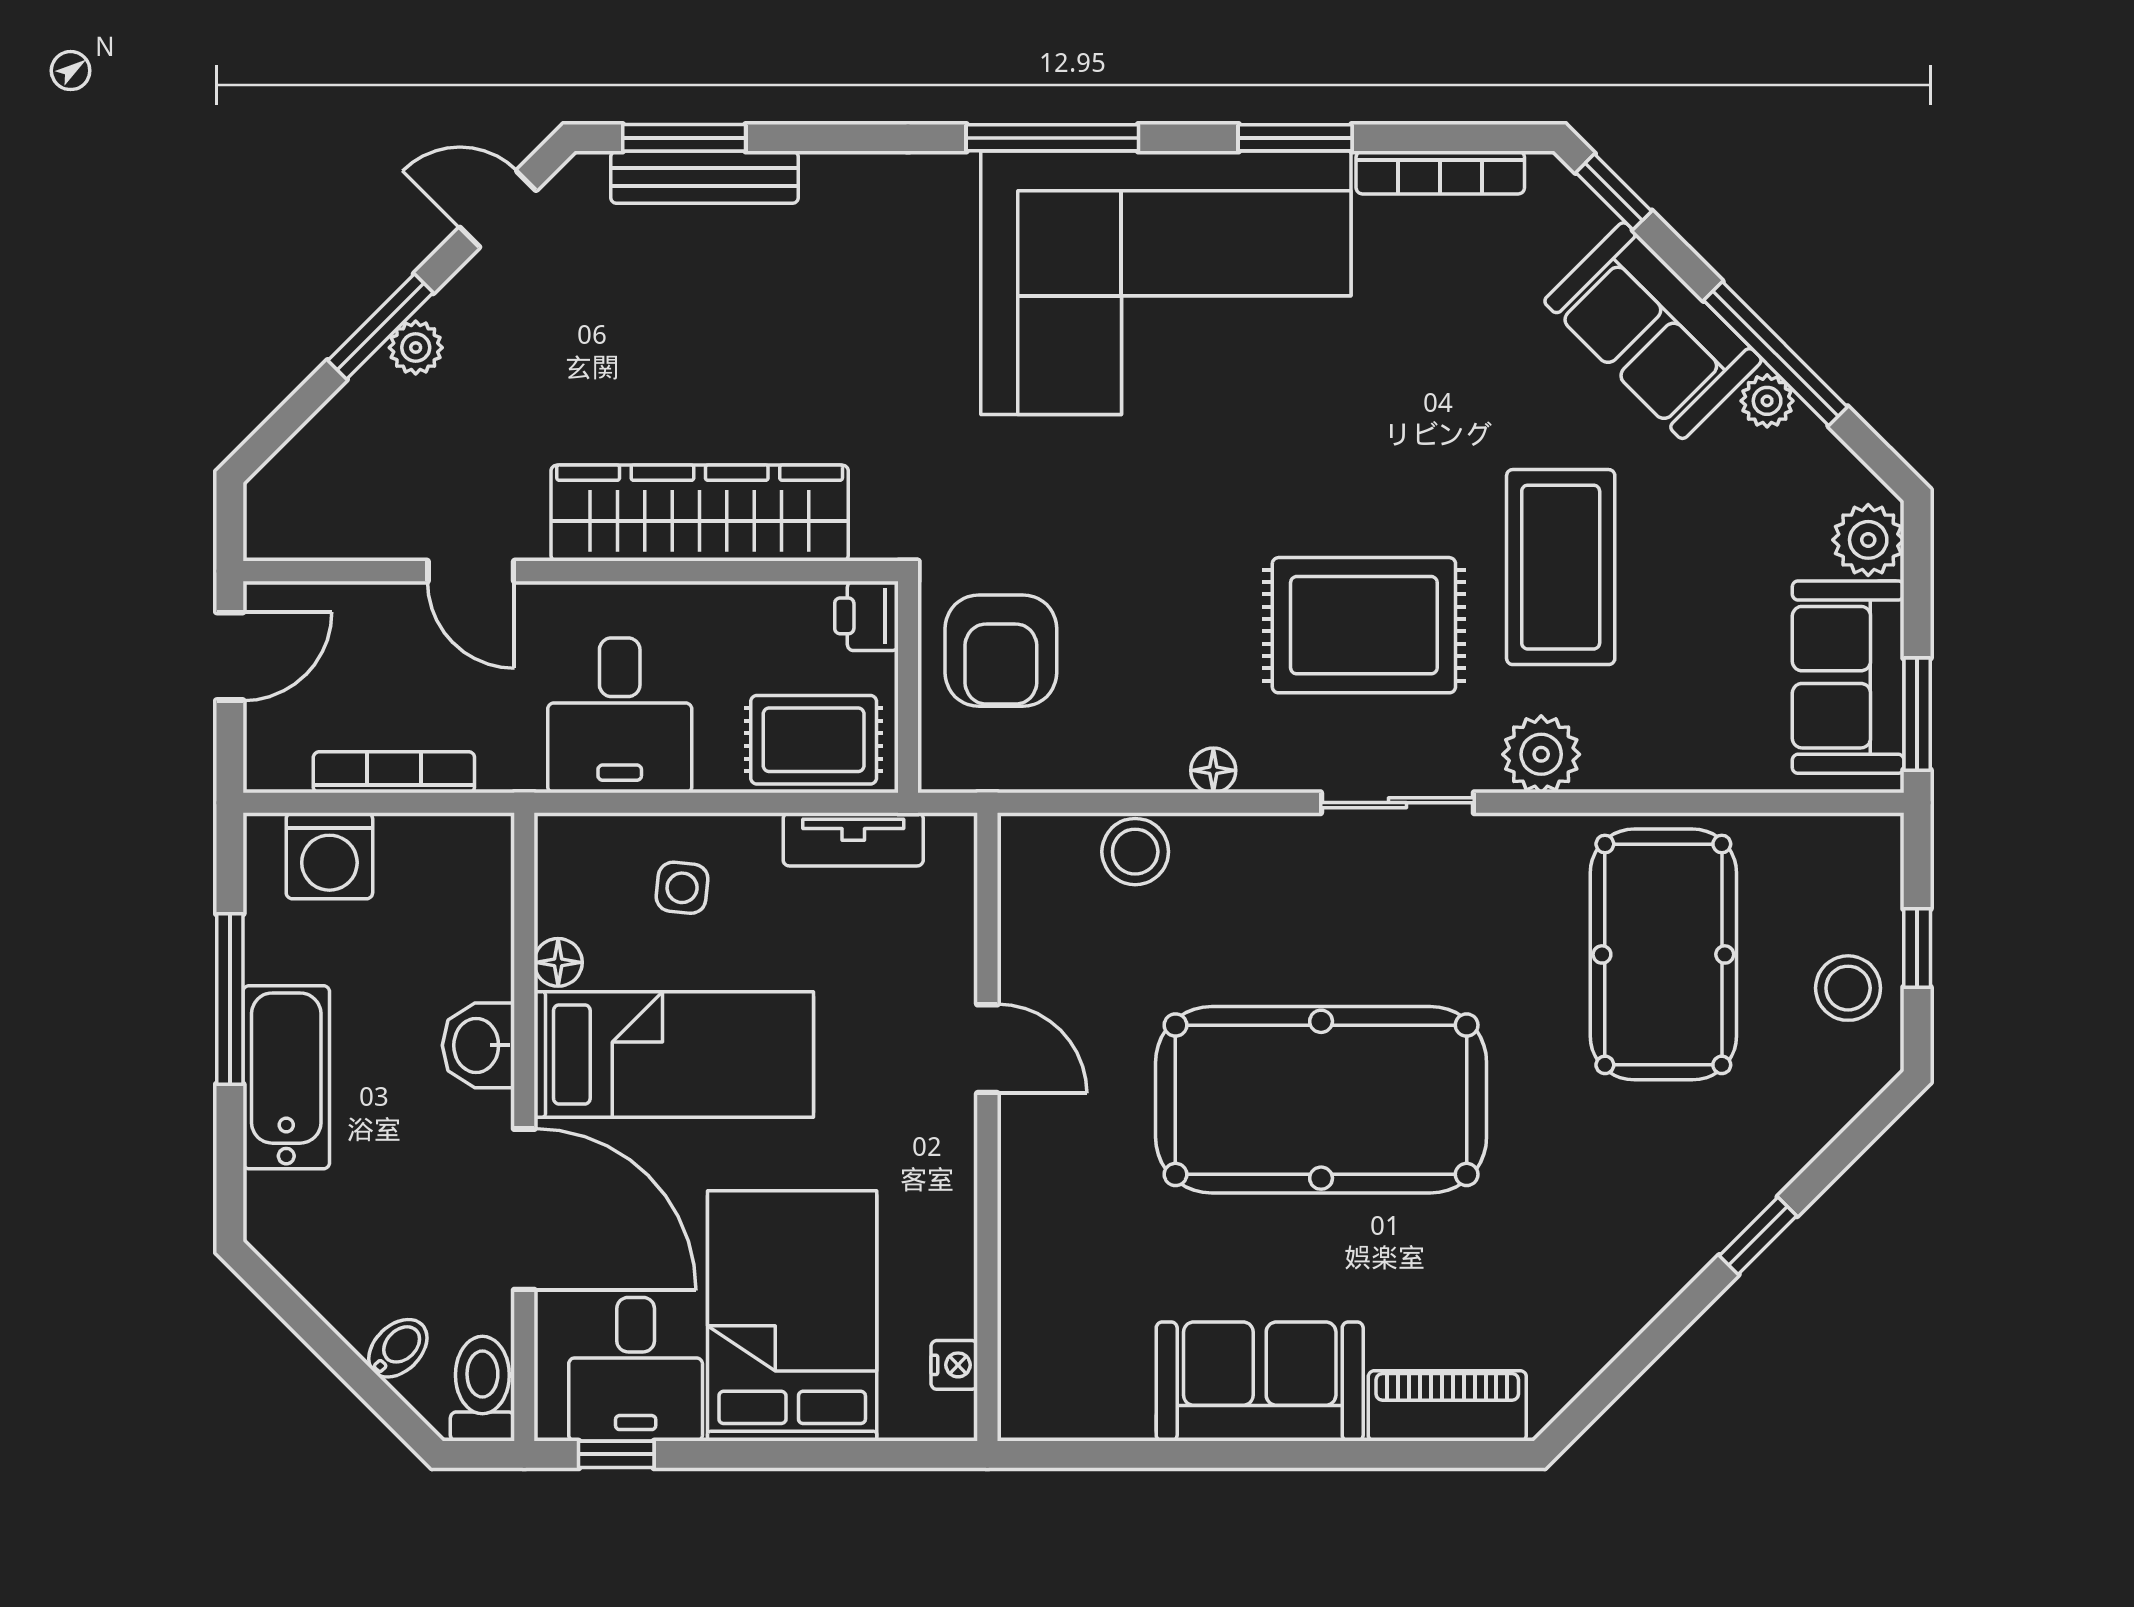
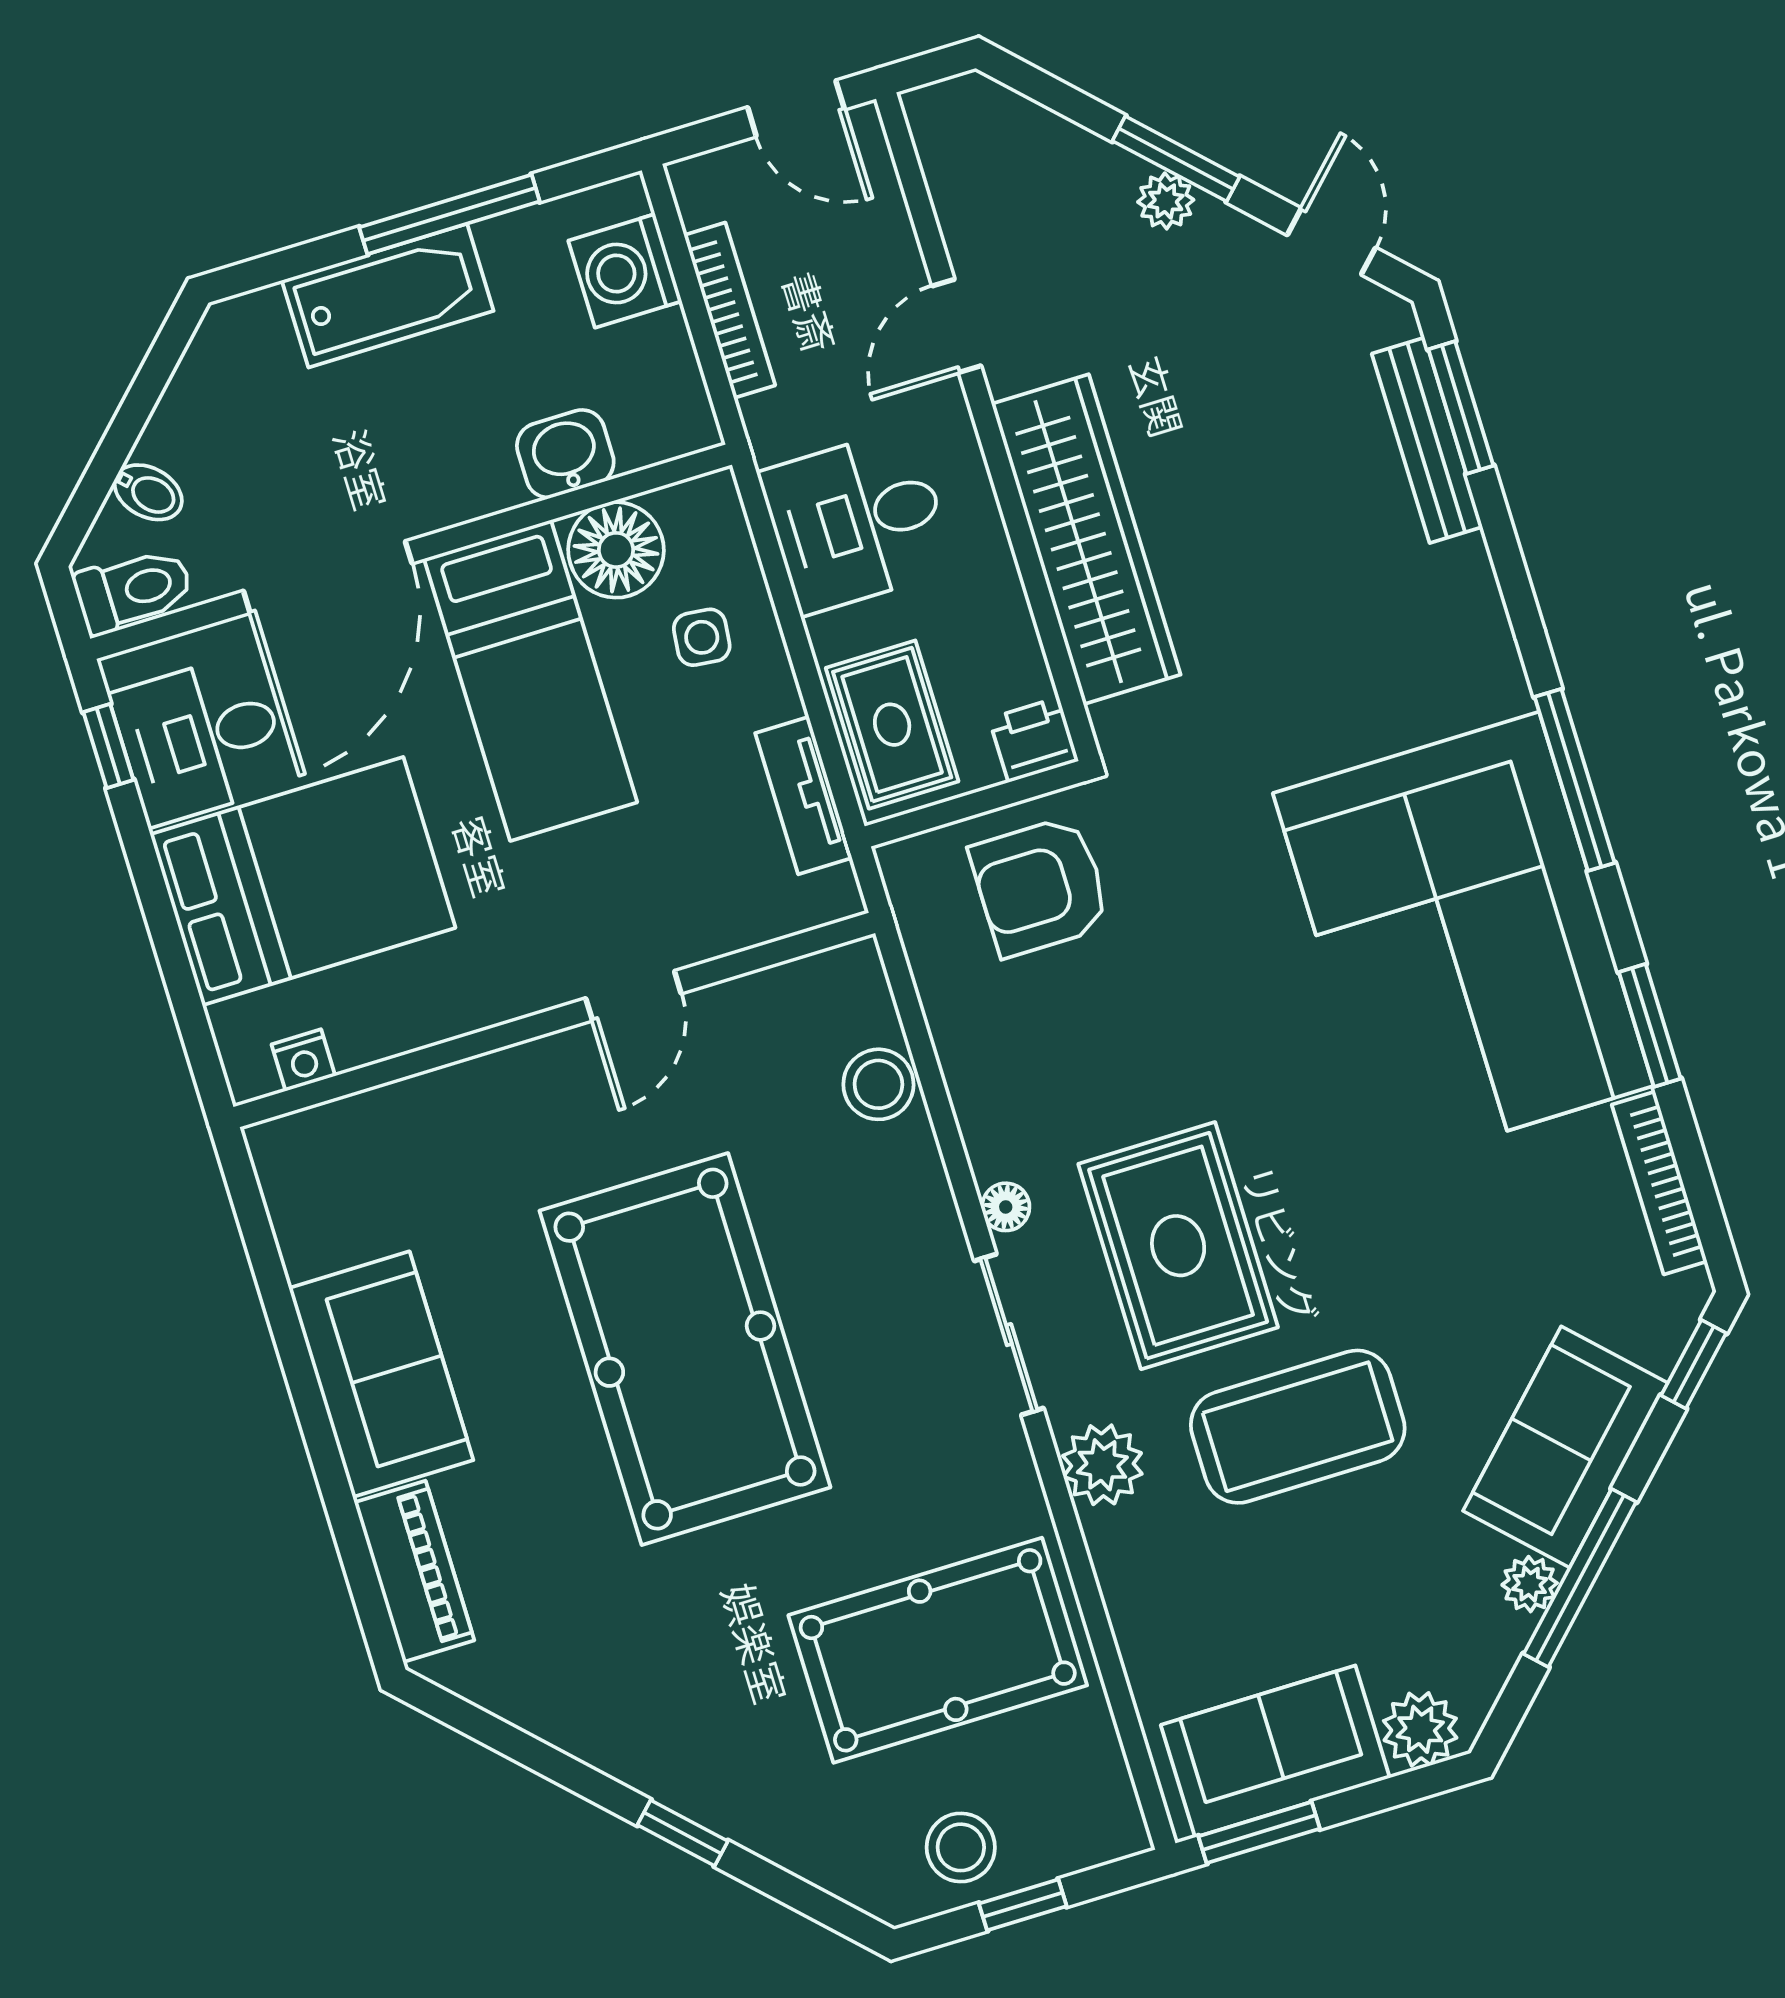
floor lamp: (1213, 770) -> (1006, 1207), moved
floor lamp: (558, 962) -> (616, 550), width x1.89, depth x1.89
washbasin: (478, 1045) -> (565, 454), moved

